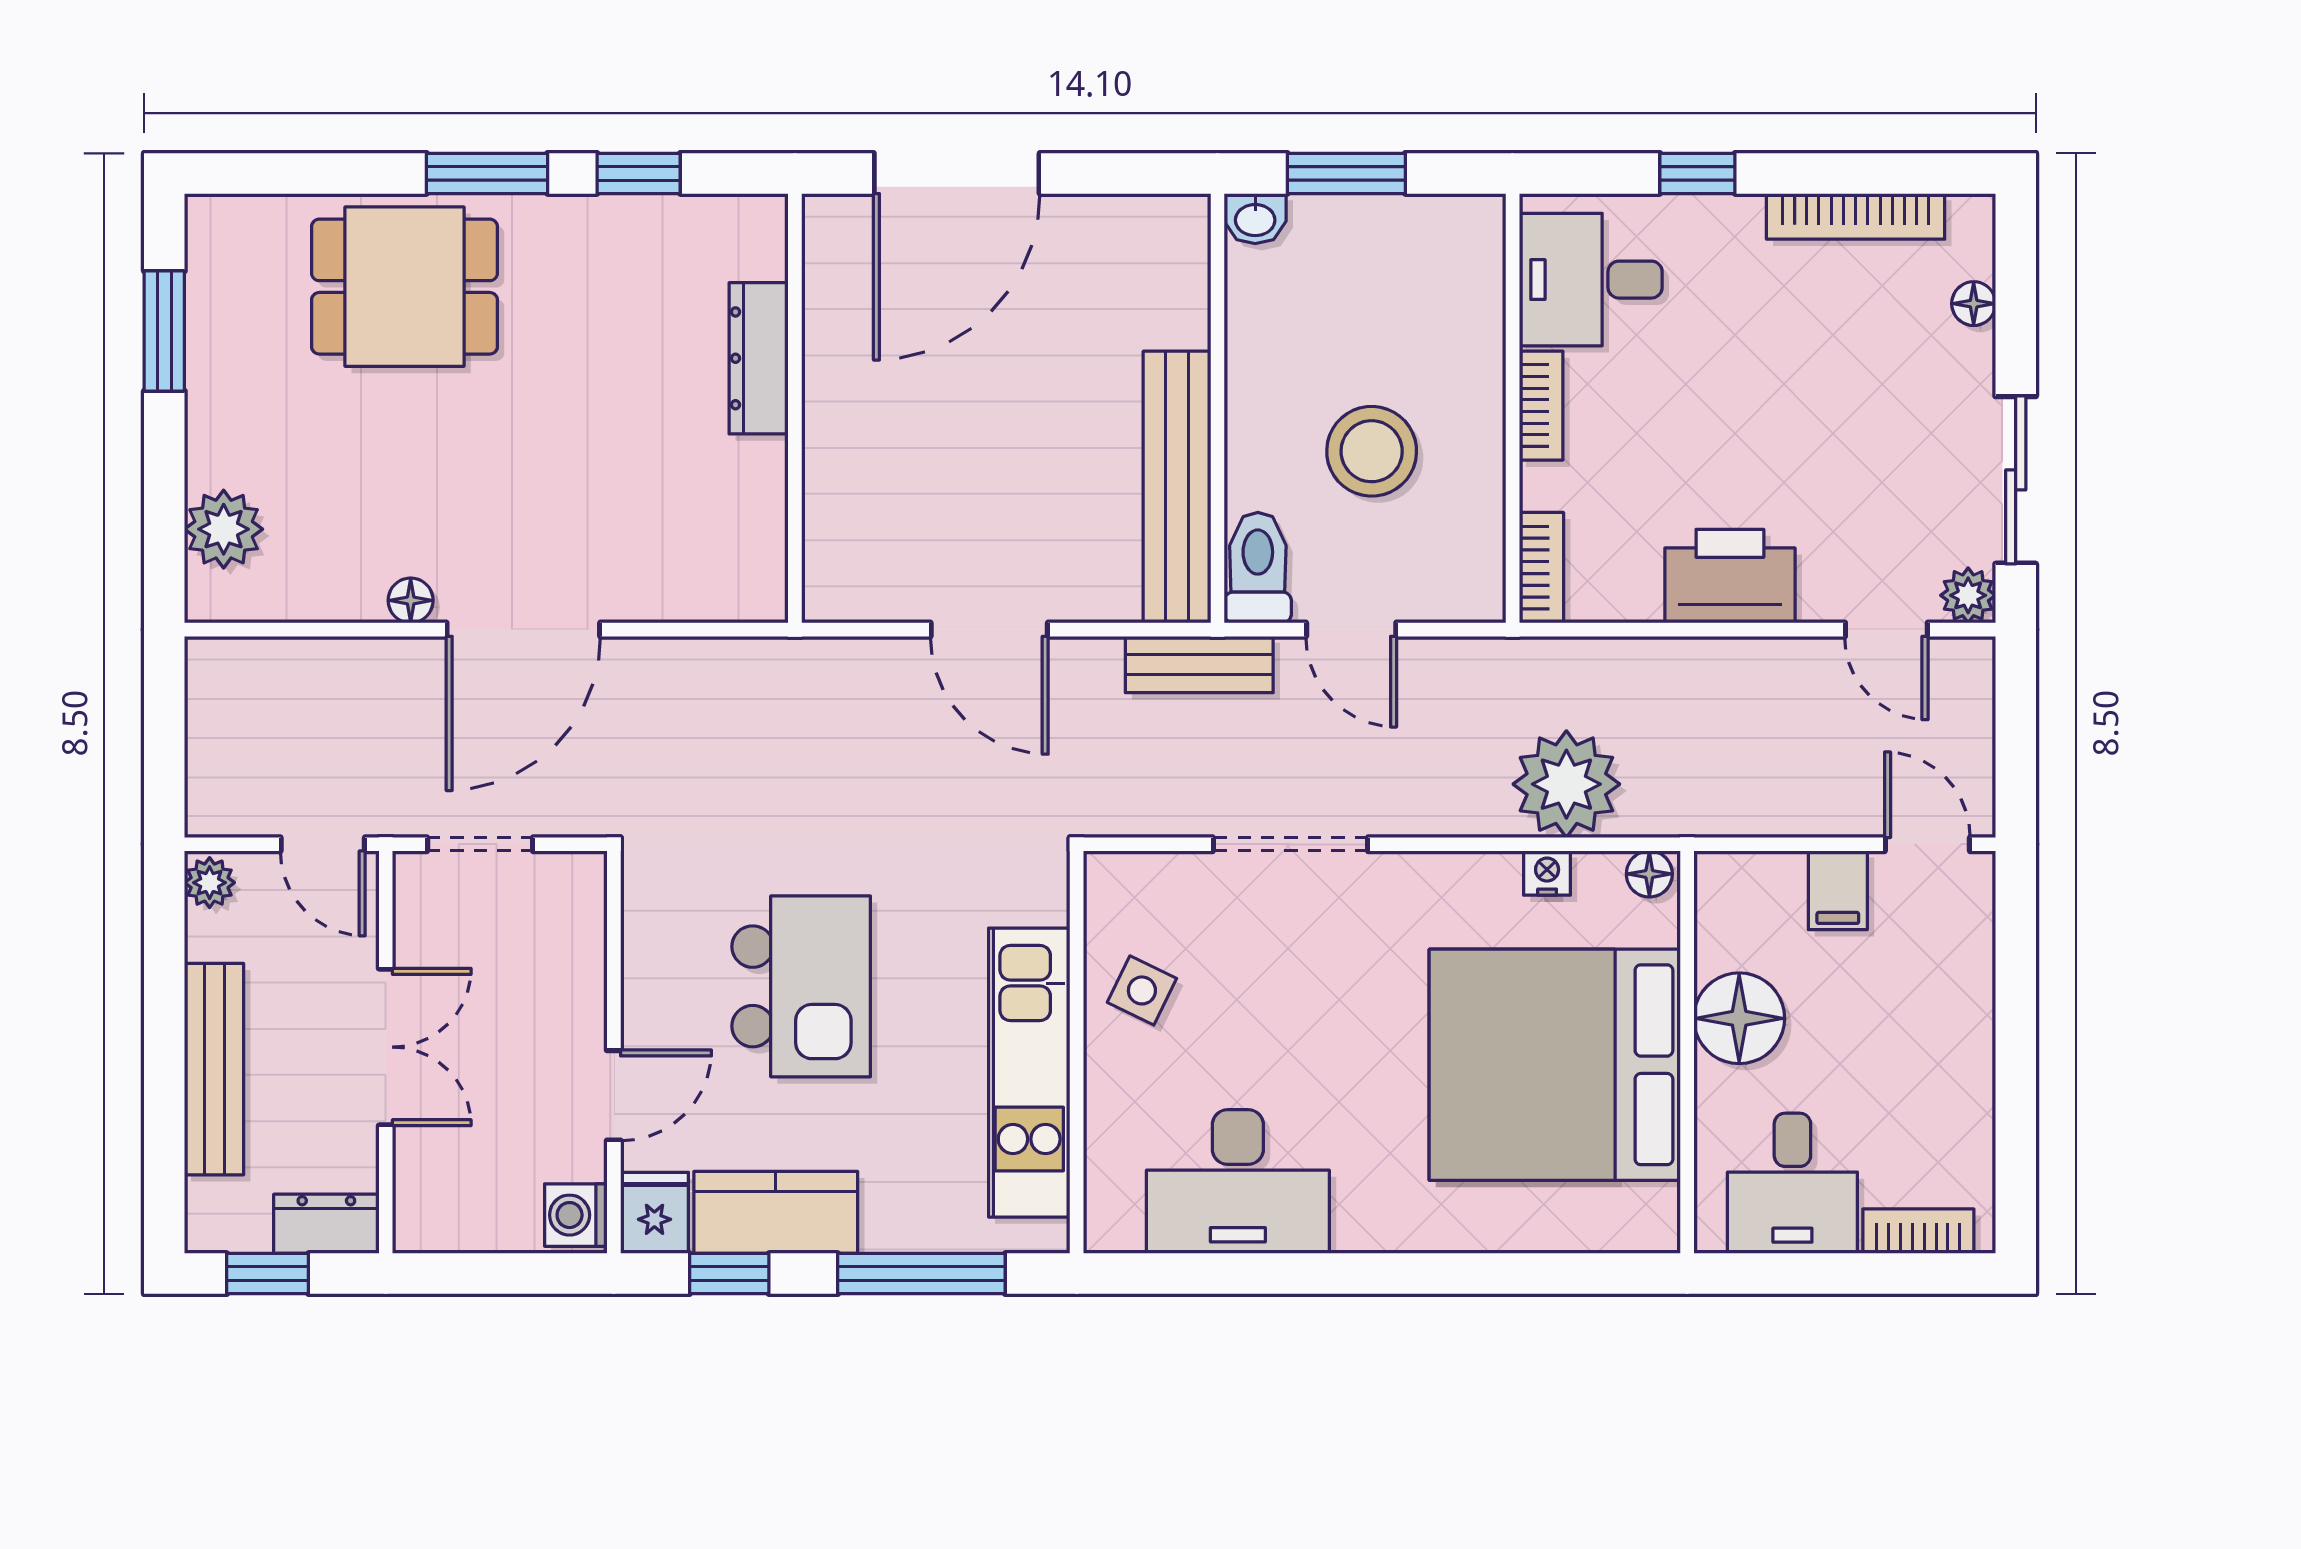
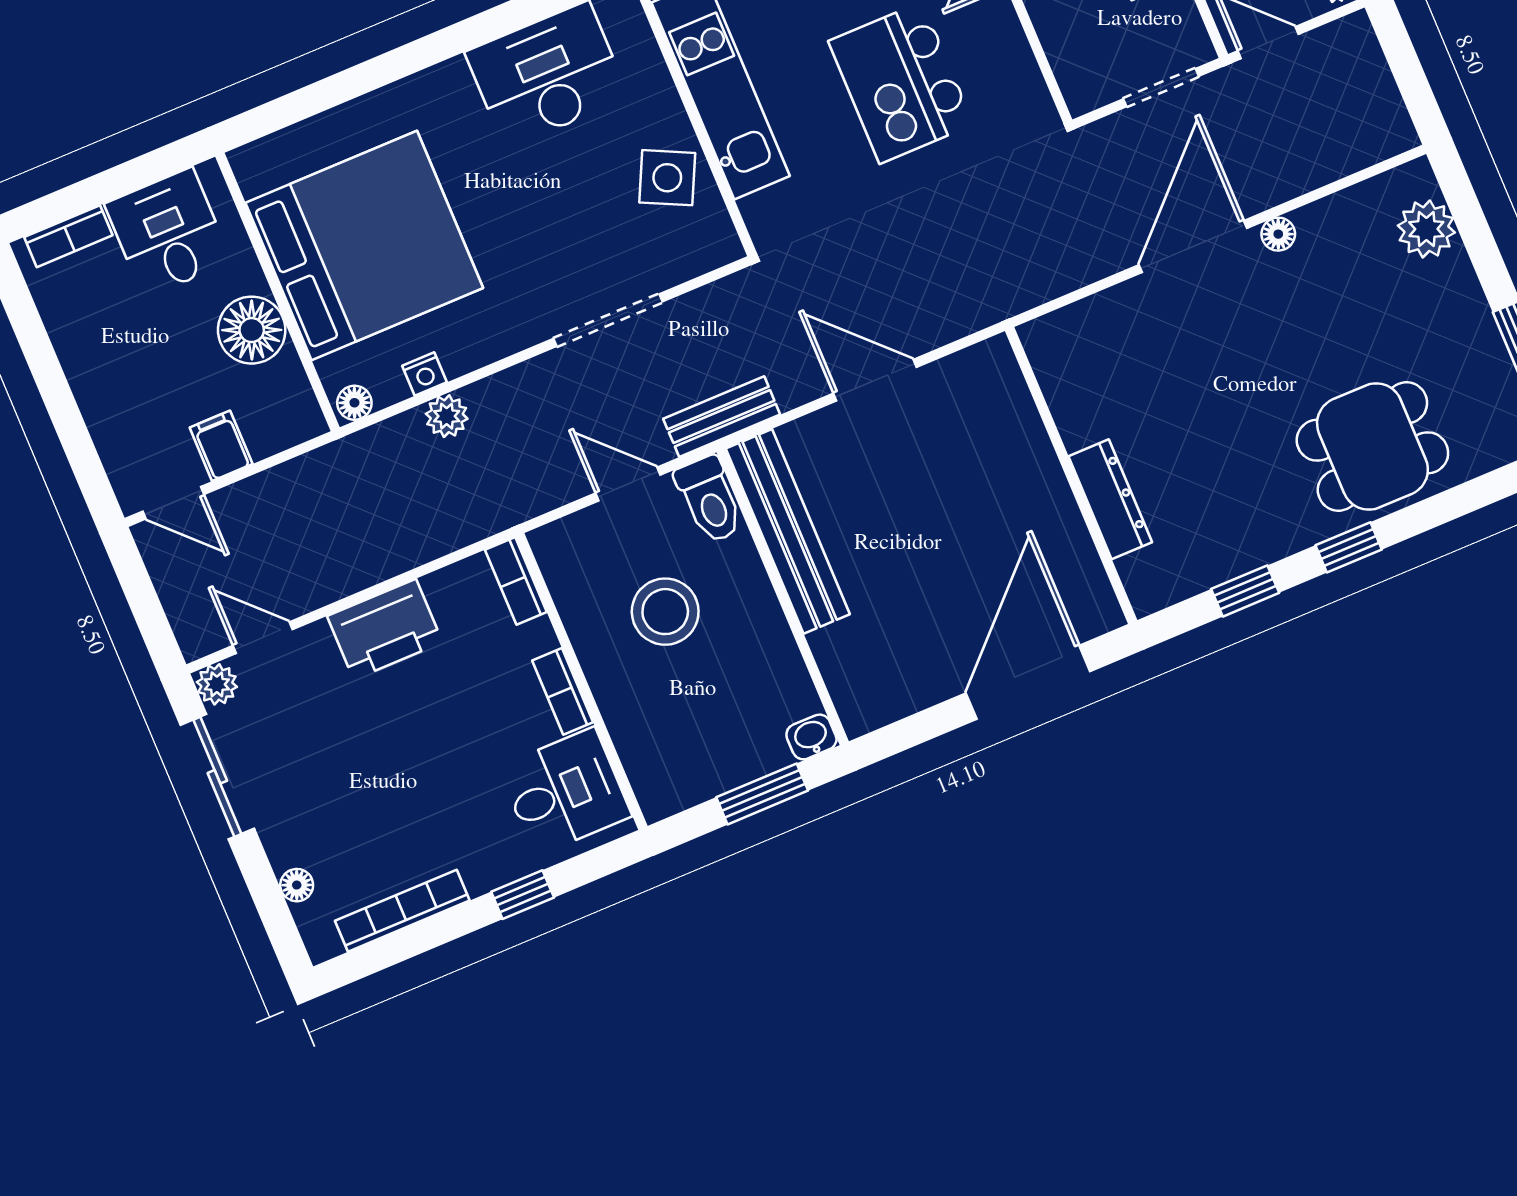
window: (487, 173) -> (1349, 547), width x0.67
plant: (1566, 784) -> (447, 416), width x0.53, depth x0.53
side table: (1142, 990) -> (667, 178), width x1.37, depth x1.37

